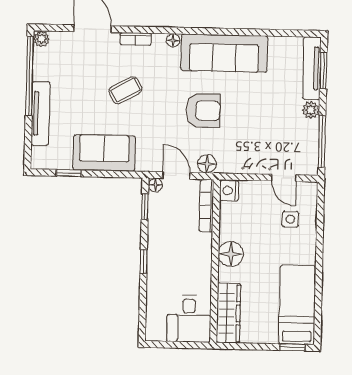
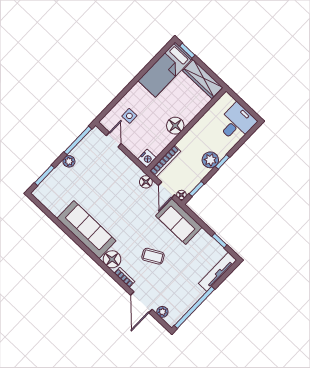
plant: (42, 39) -> (162, 312), moved
floor lamp: (173, 40) -> (112, 259), width x1.89, depth x1.89
tv unit: (312, 68) -> (49, 182), removed
armchair: (203, 111) -> (123, 210), removed
tv unit: (40, 113) -> (218, 272), moved
sofa: (104, 153) -> (179, 221), moved
plant: (159, 252) -> (210, 160), added
wardrobe: (228, 313) -> (203, 79), moved, turned -90
desk: (189, 319) -> (237, 123), moved

